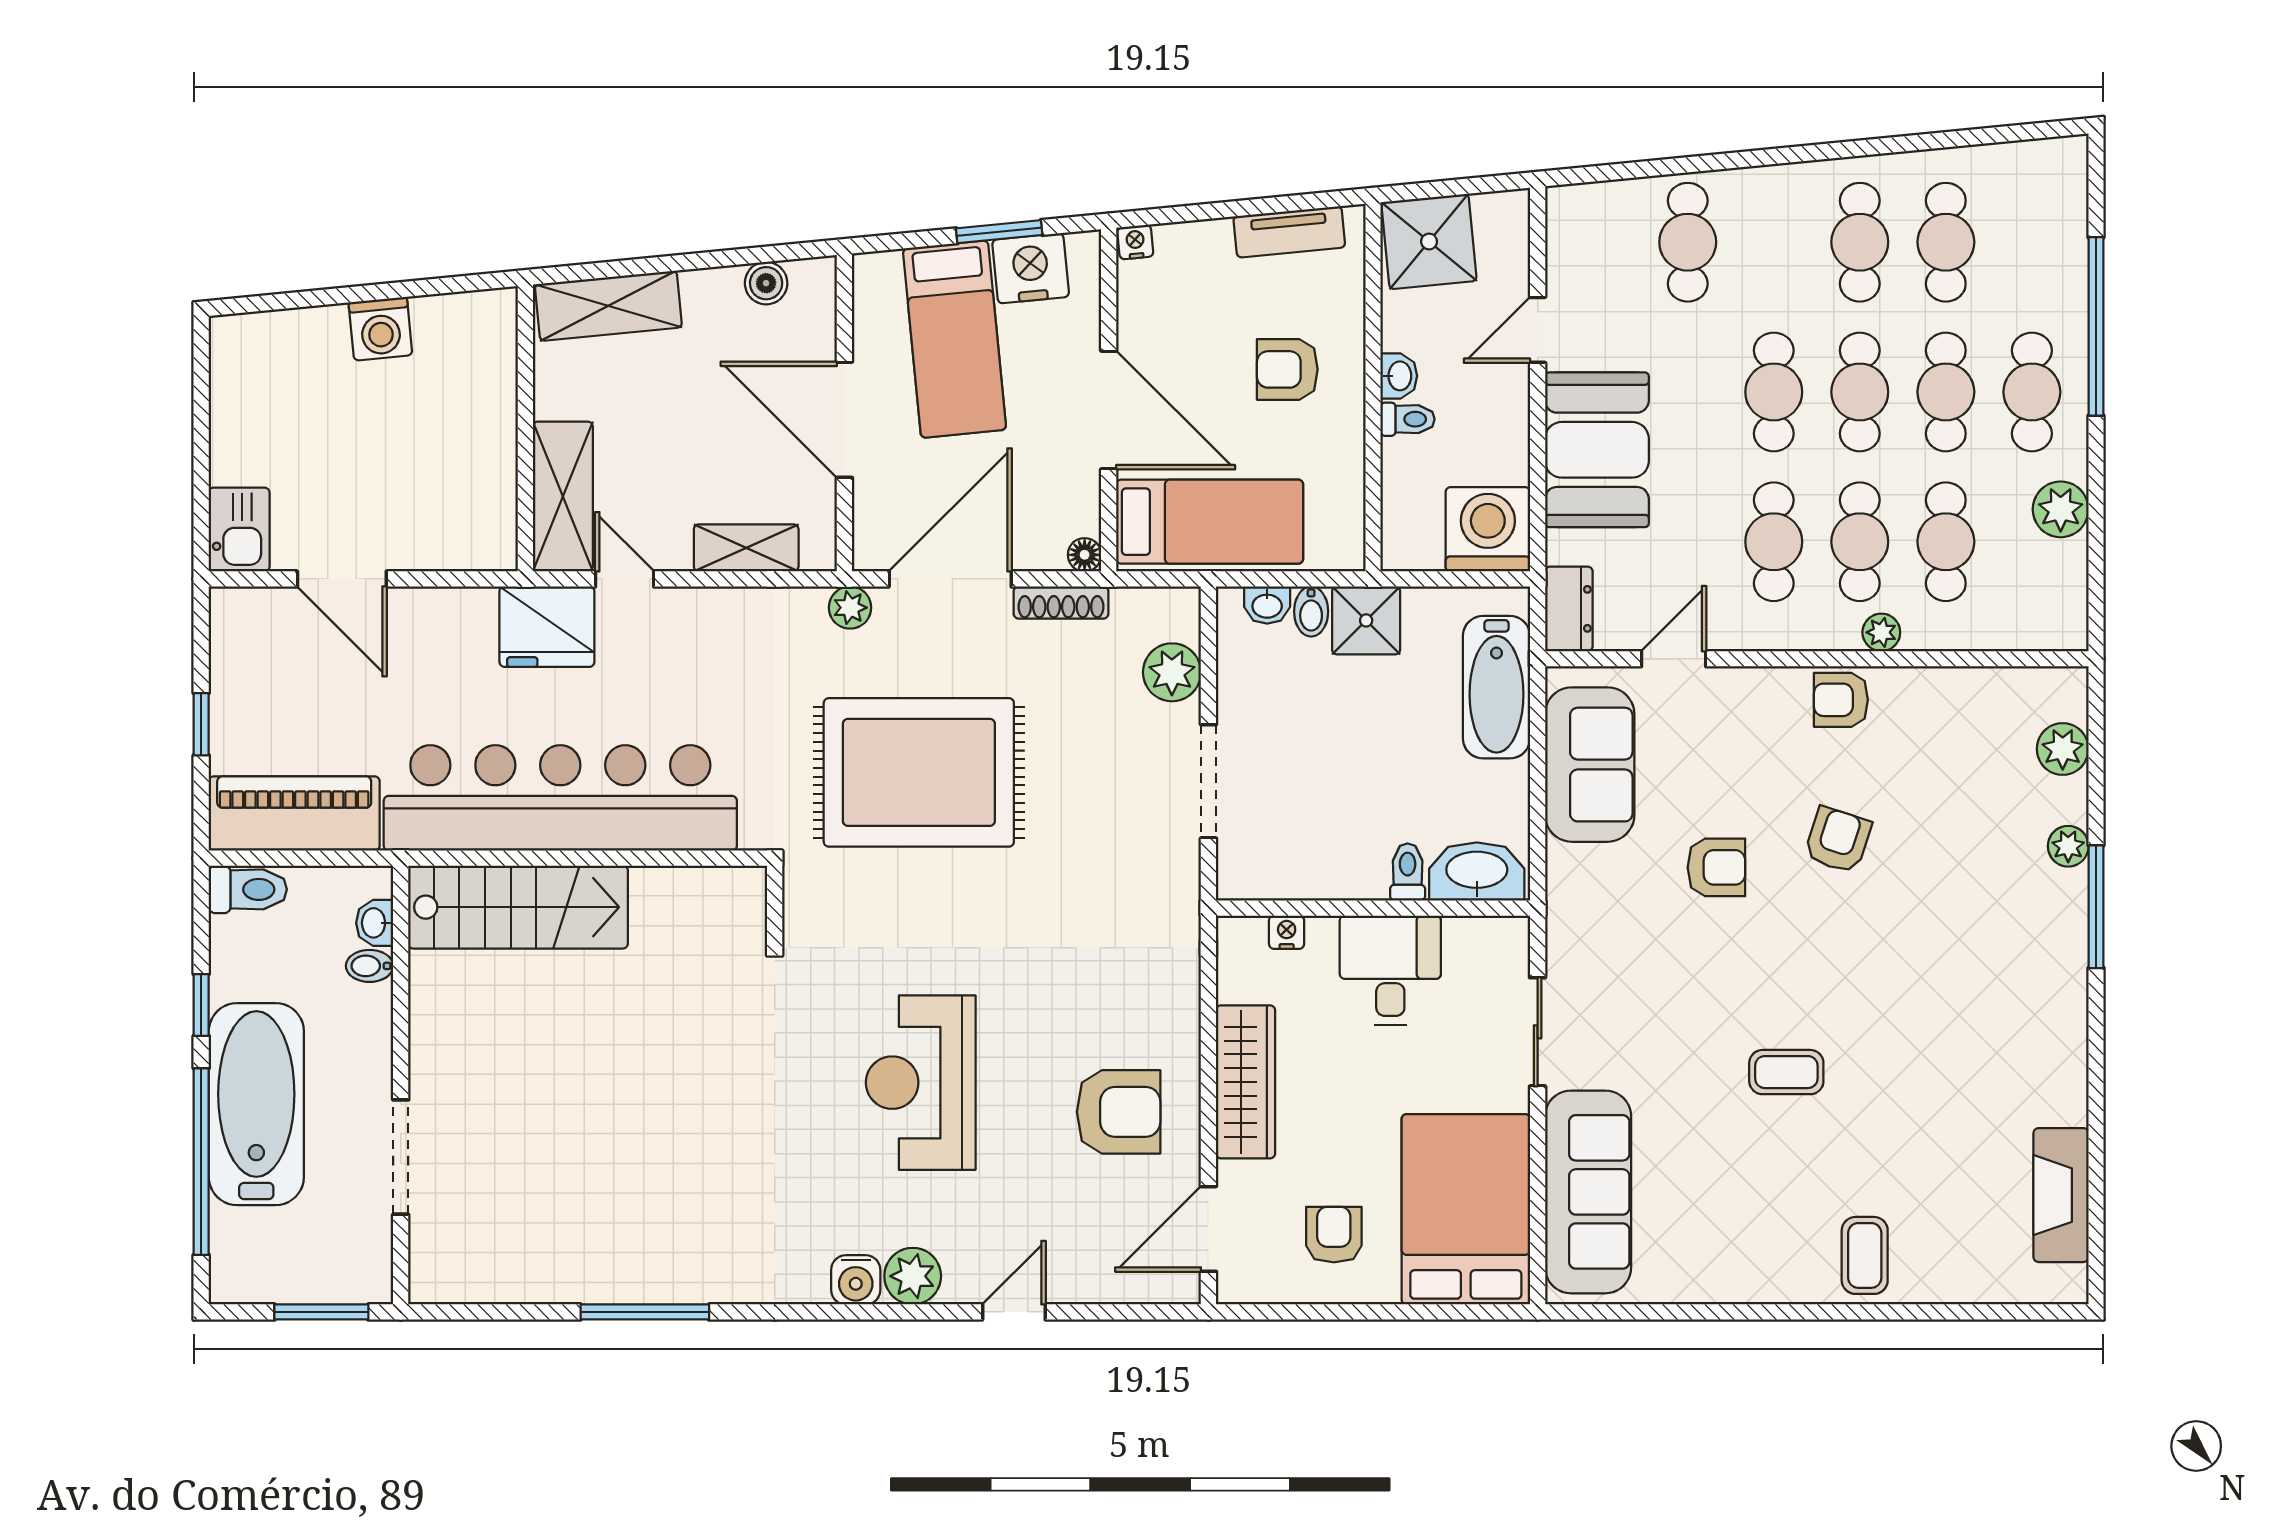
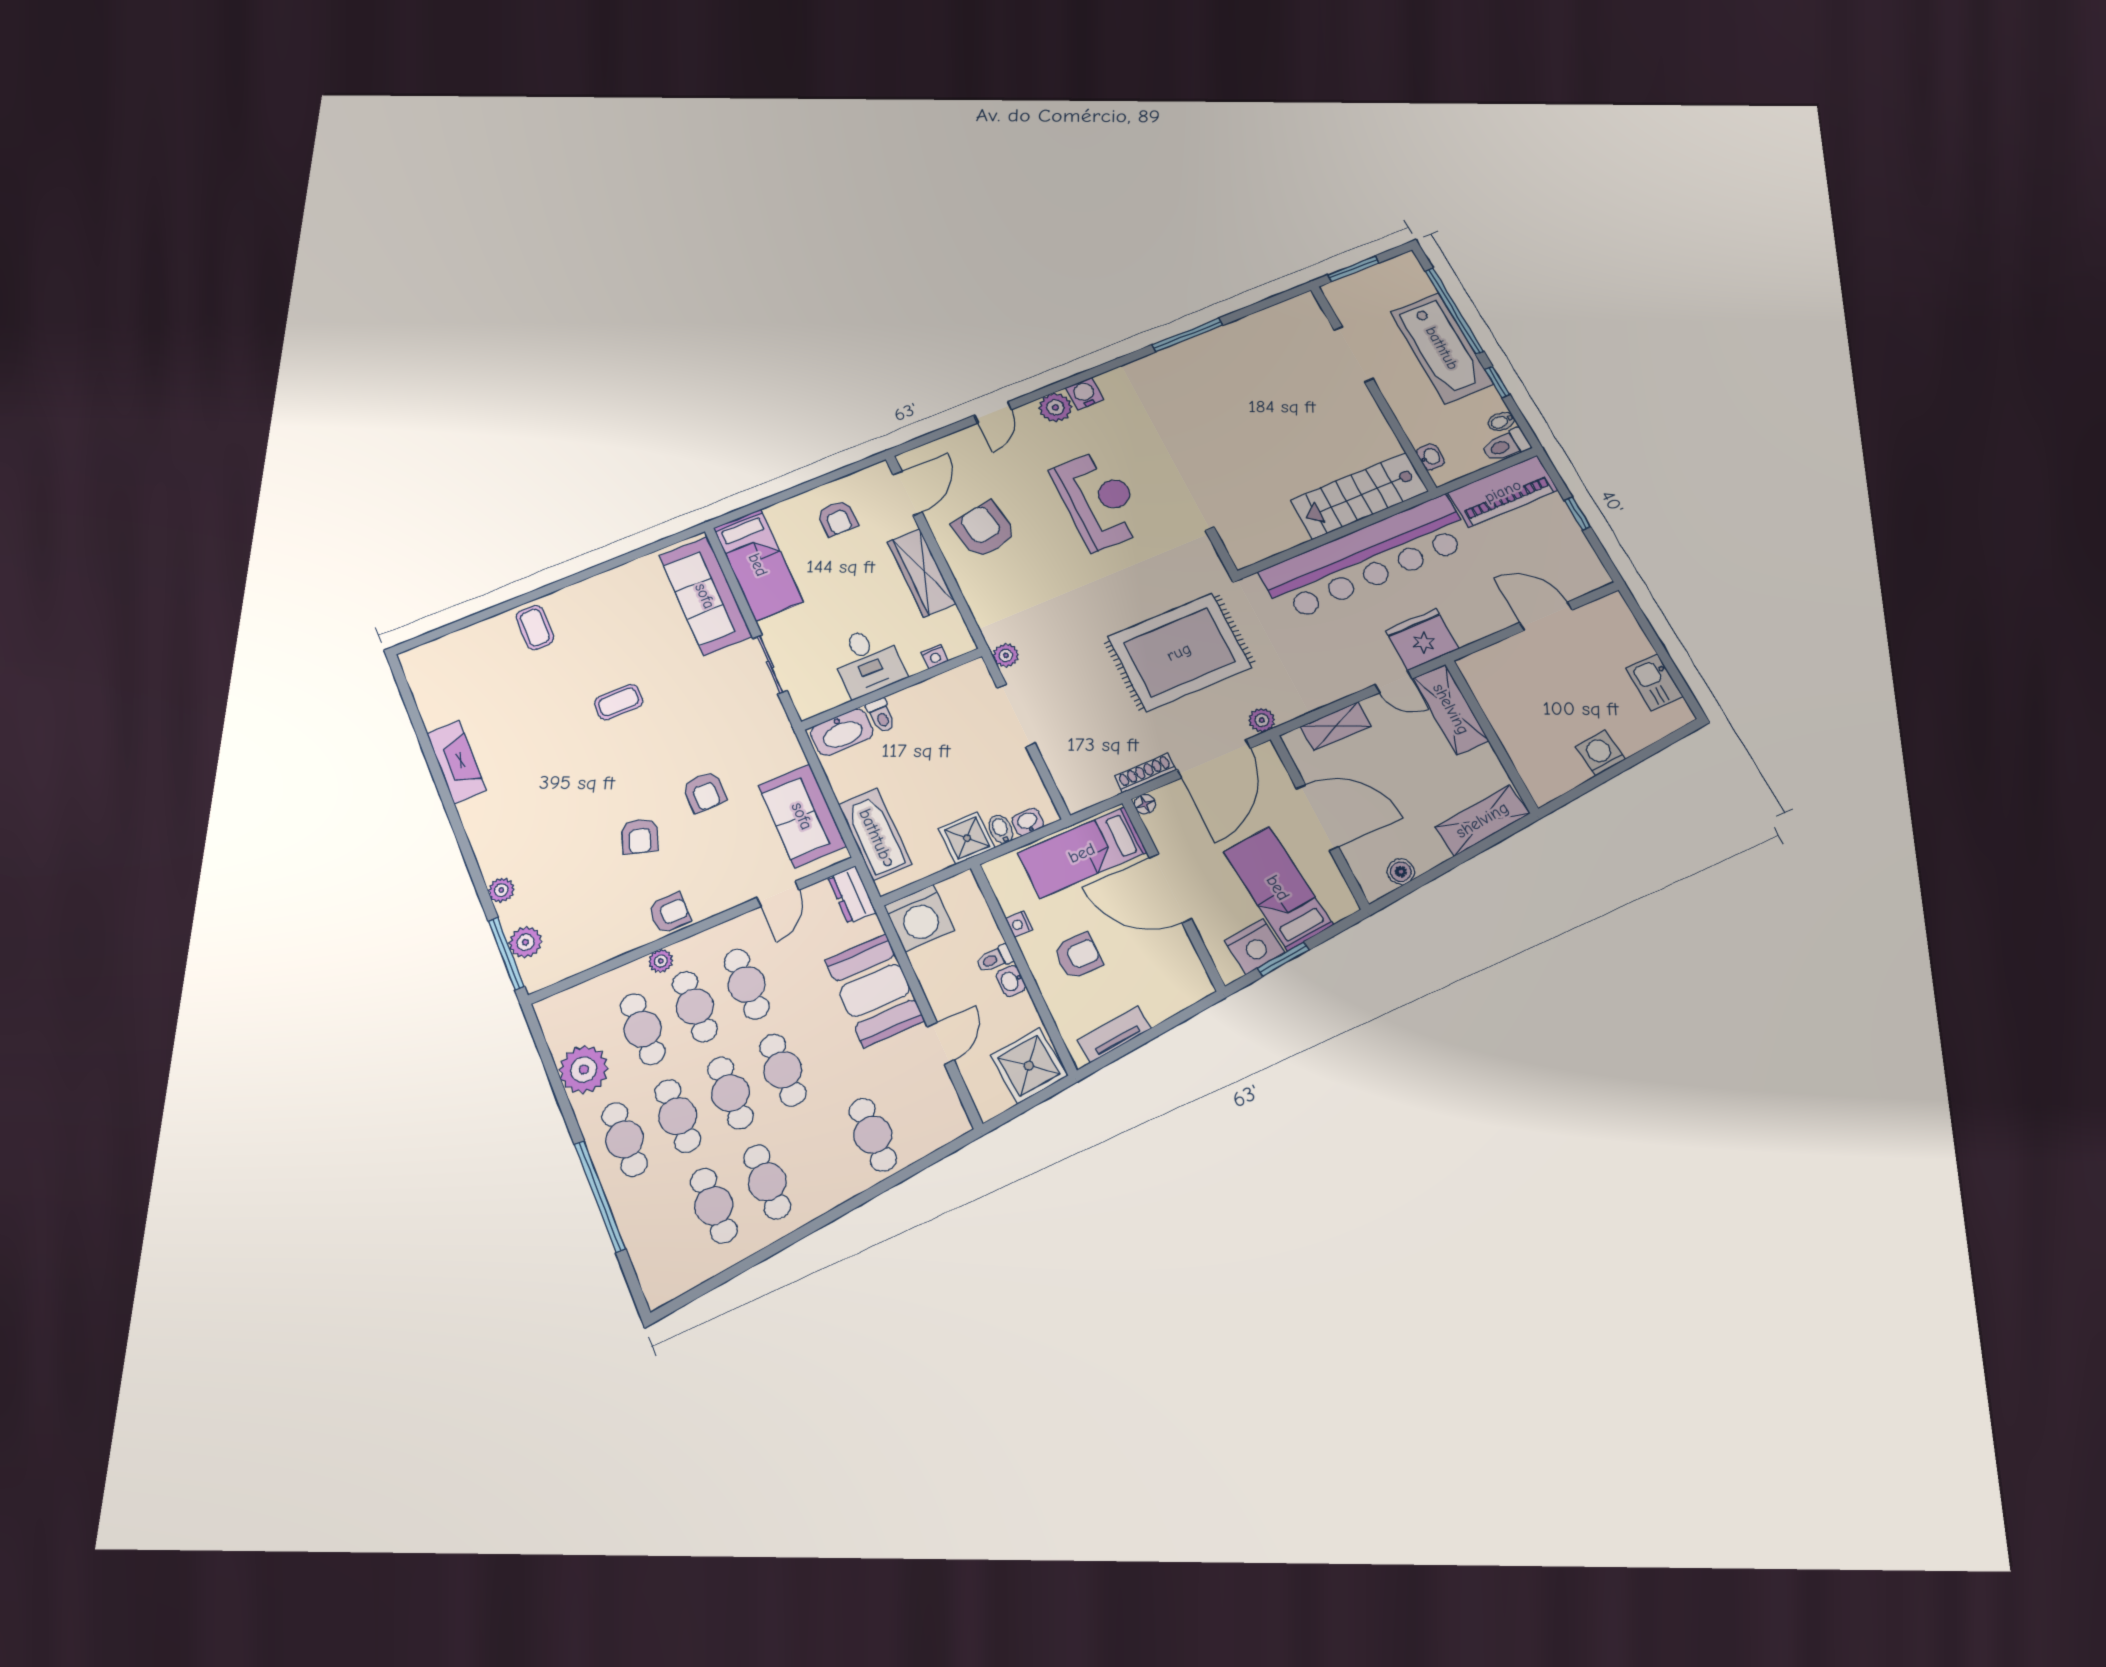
nightstand: (1135, 242) -> (1019, 924), moved, turned 96
plant: (2061, 509) -> (584, 1069), width x1.36, depth x1.36
kitchen sink: (239, 530) -> (1654, 682), moved
plant: (1172, 672) -> (1006, 655), moved, width x0.73, depth x0.73
armchair: (1716, 867) -> (705, 792), turned -90
window: (2096, 907) -> (506, 954), moved
bidet: (370, 966) -> (1501, 422), moved, turned 180
armchair: (1119, 1112) -> (984, 530), turned 80
fireplace: (2061, 1195) -> (456, 762), moved
bed: (1466, 1209) -> (758, 565), width x0.67

